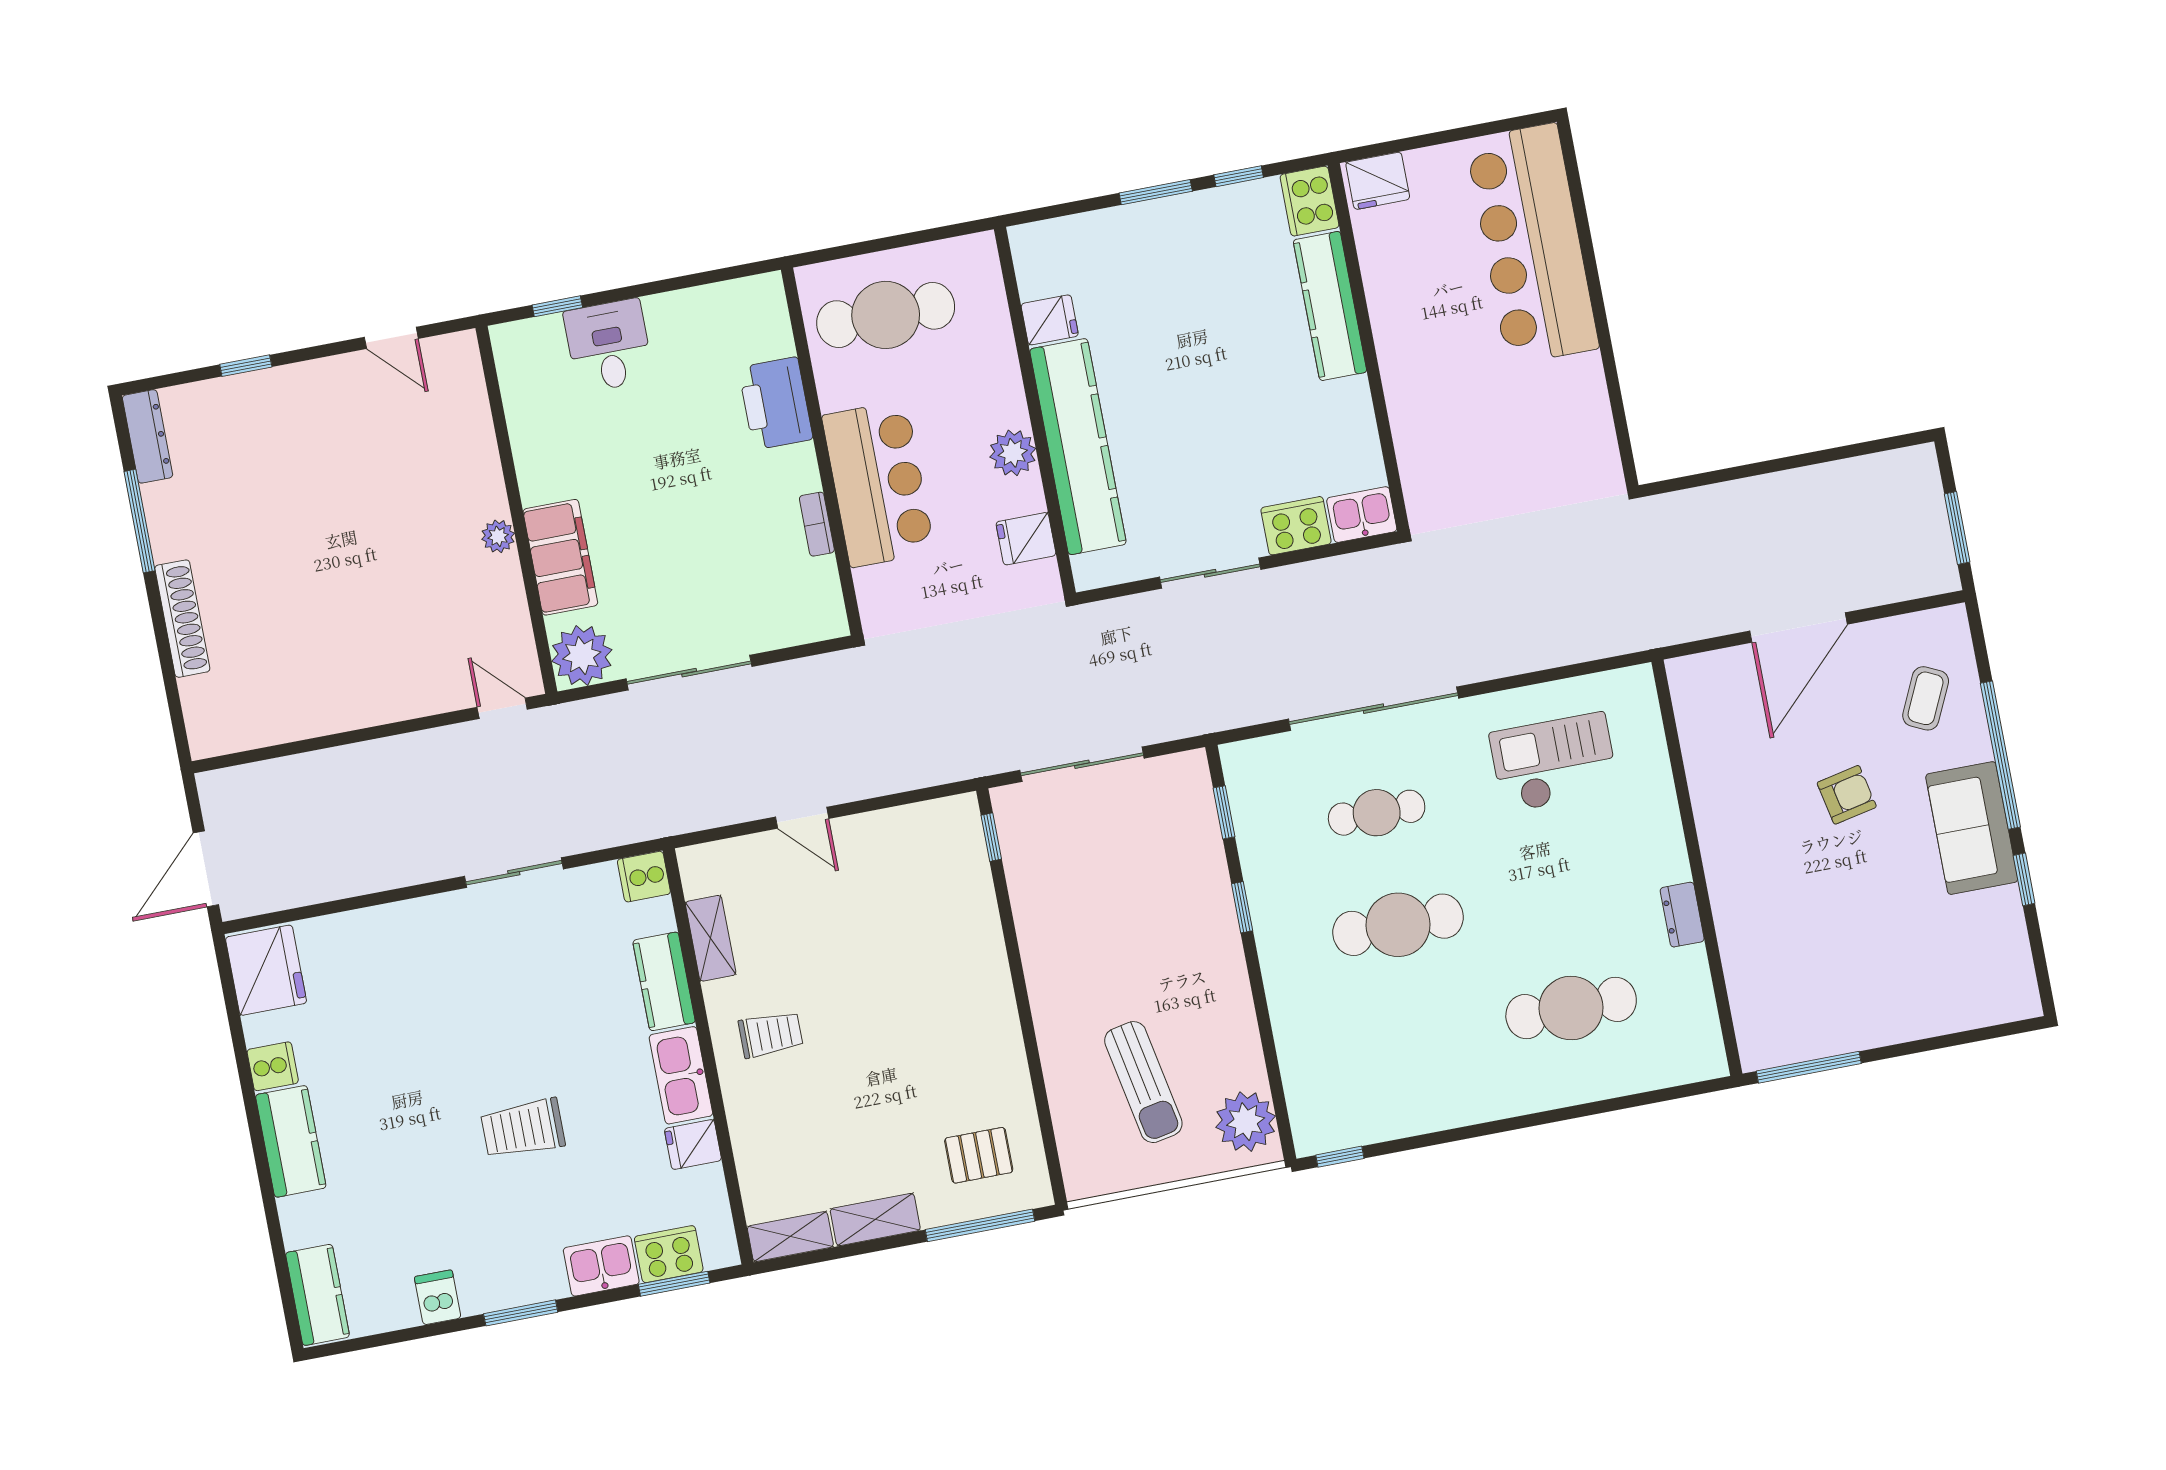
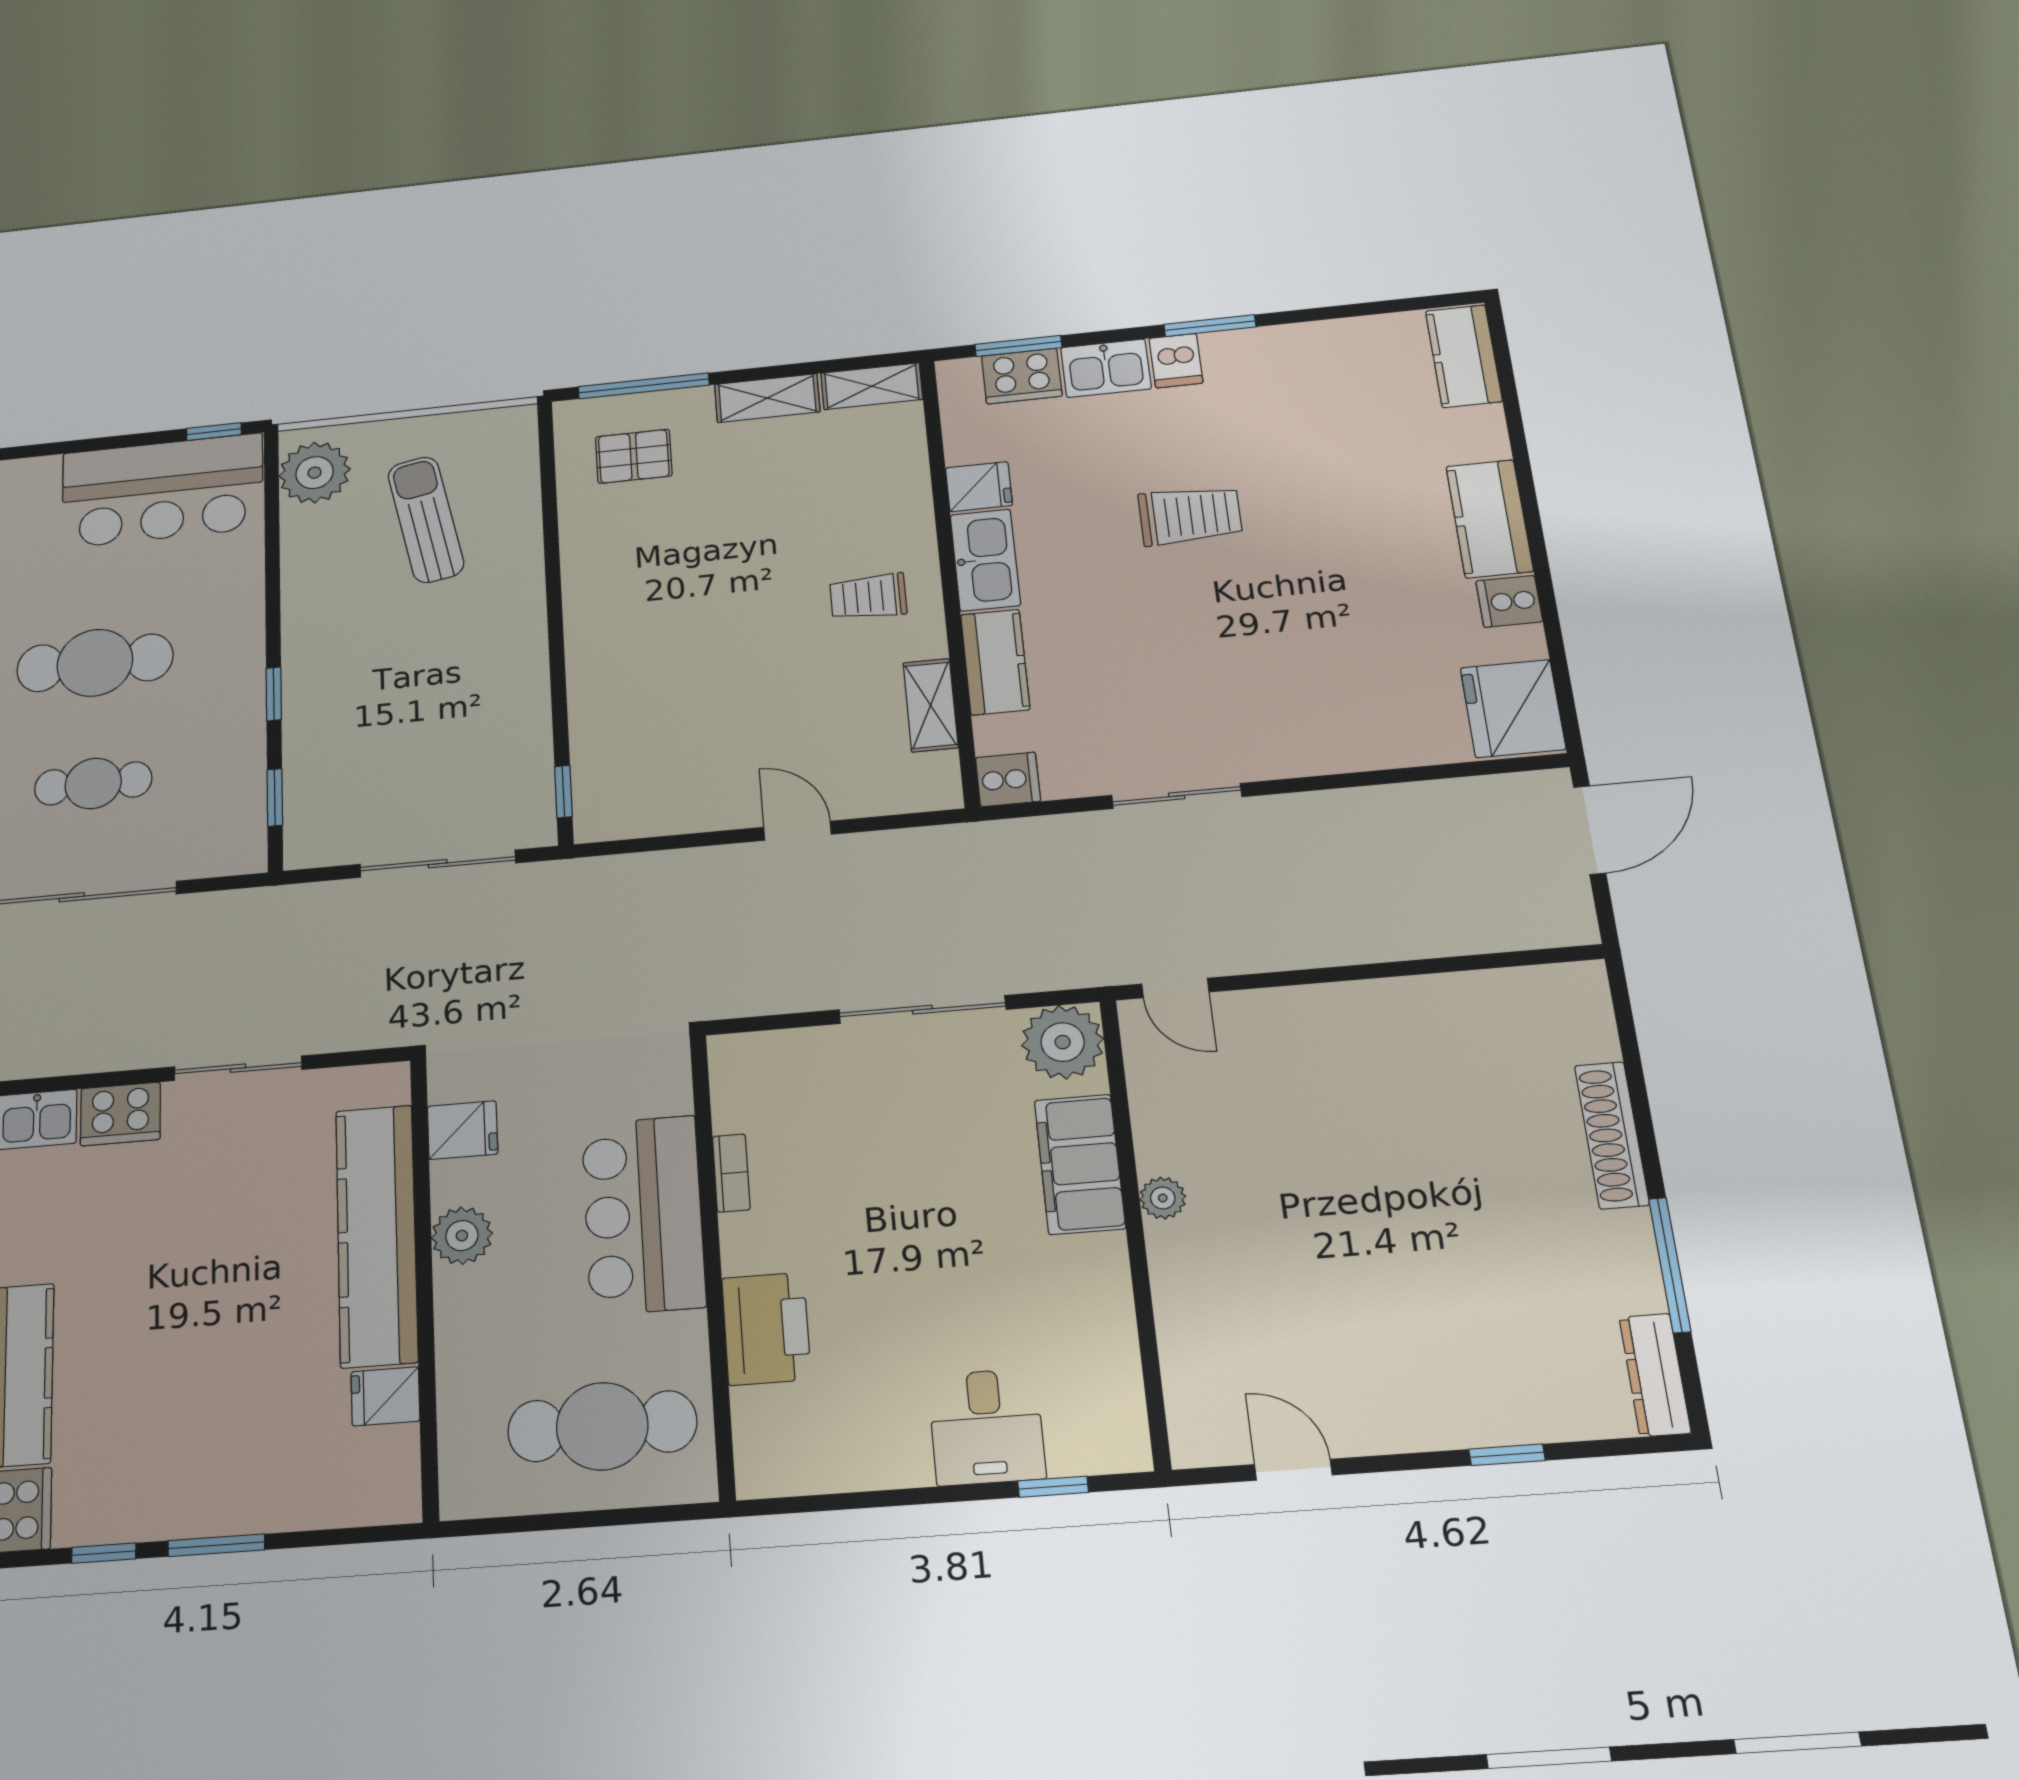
bar counter: (1373, 1095) -> (162, 490), added
dishwasher: (438, 1297) -> (1176, 361), moved

